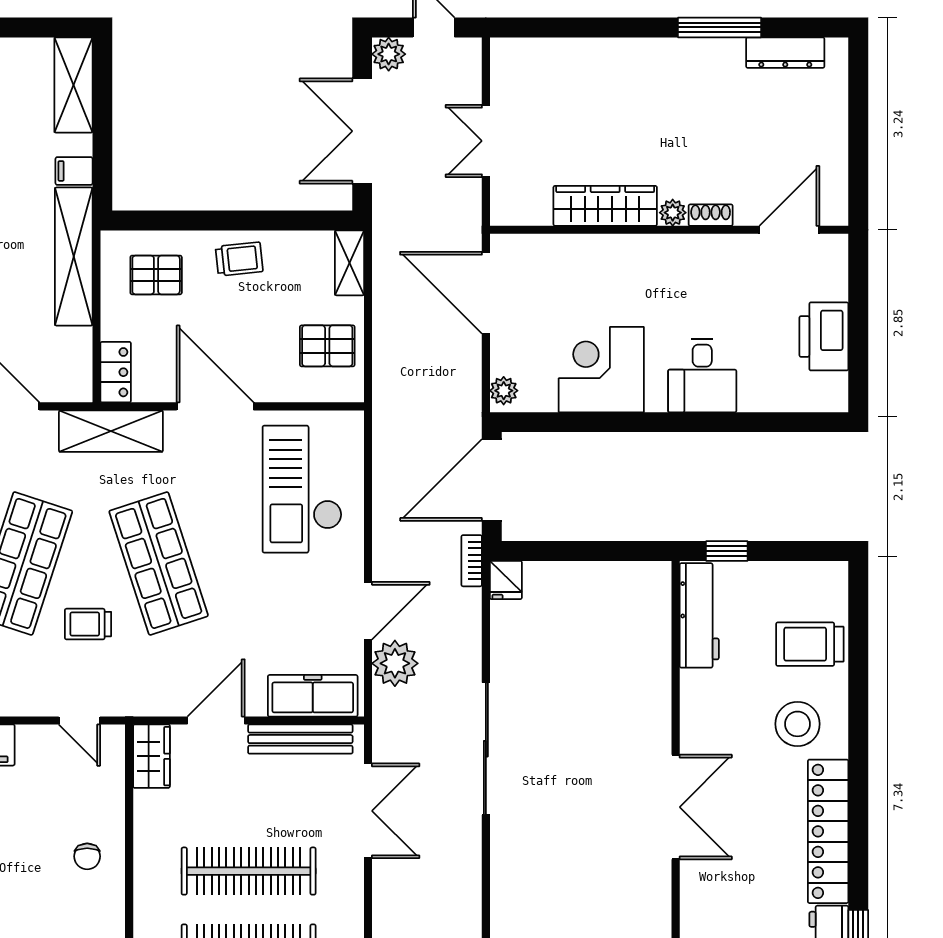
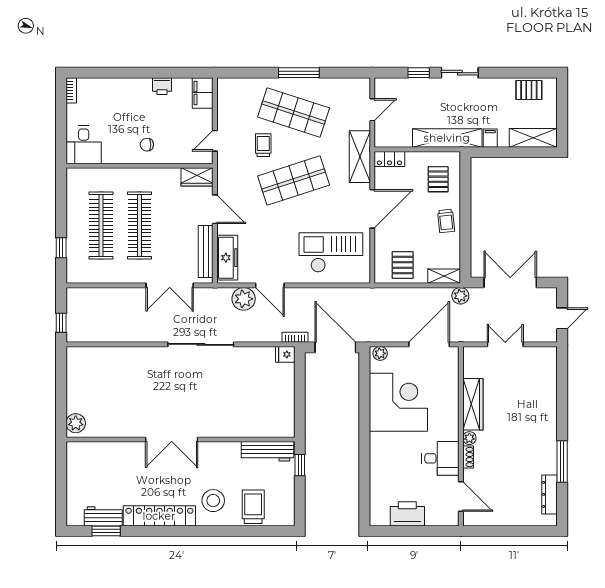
plant: (389, 54) -> (460, 296), moved
corner desk: (601, 370) -> (398, 402), width x1.36, depth x1.36
desk: (702, 375) -> (440, 458), moved, turned 180

